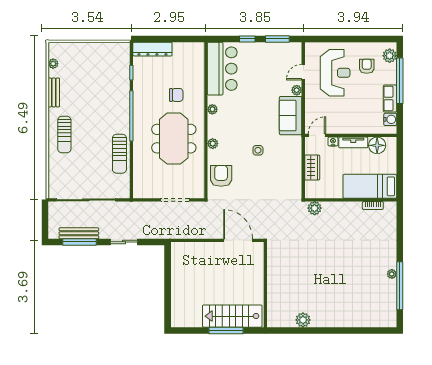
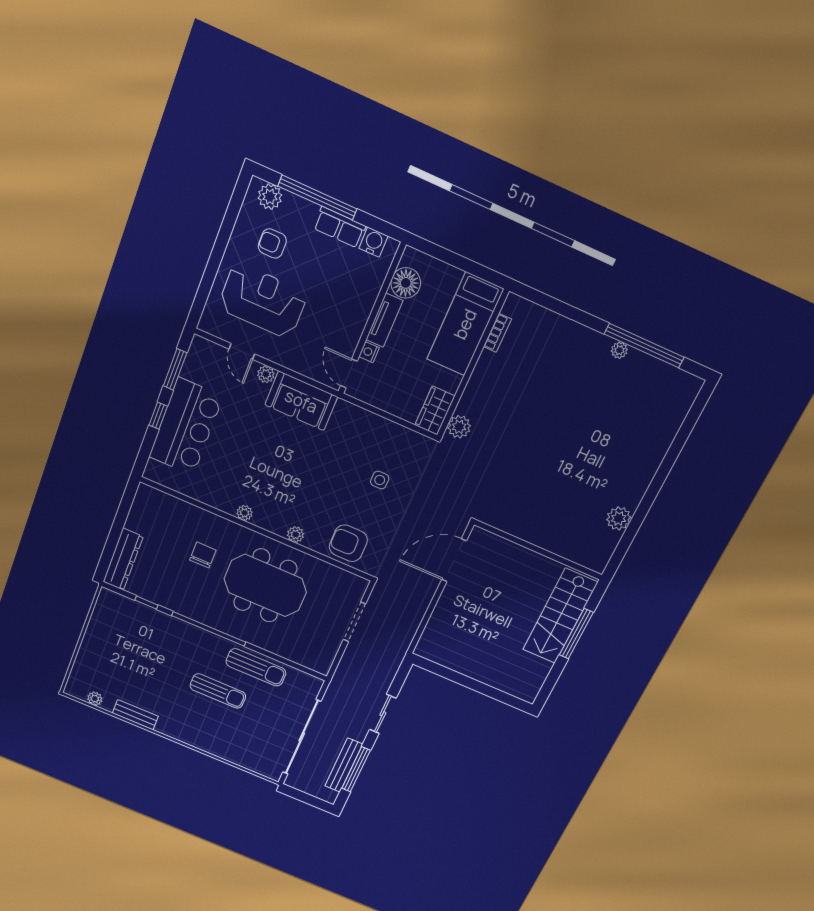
bar counter: (222, 69) -> (186, 427), moved, turned 90
sun lounger: (64, 135) -> (218, 691), moved
side table: (258, 150) -> (380, 480), moved
wardrobe: (312, 167) -> (435, 410), moved, turned -90

